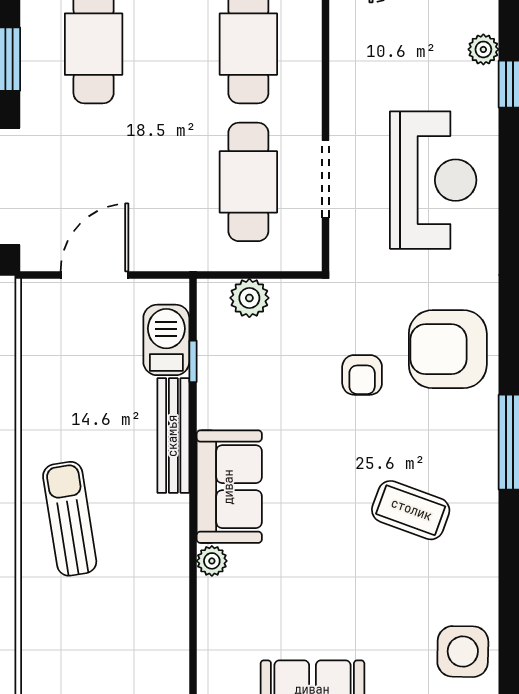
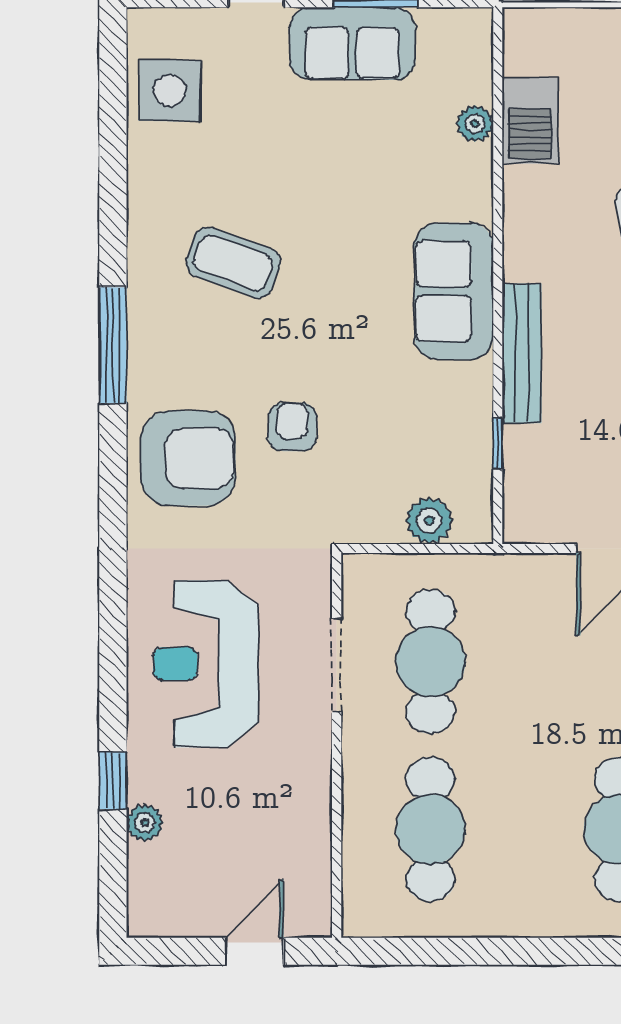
barbecue: (166, 340) -> (530, 121), moved
plant: (212, 561) -> (475, 124), moved

